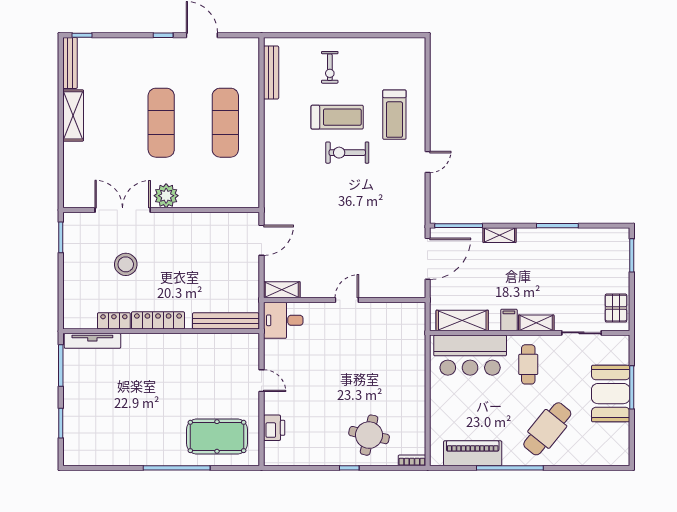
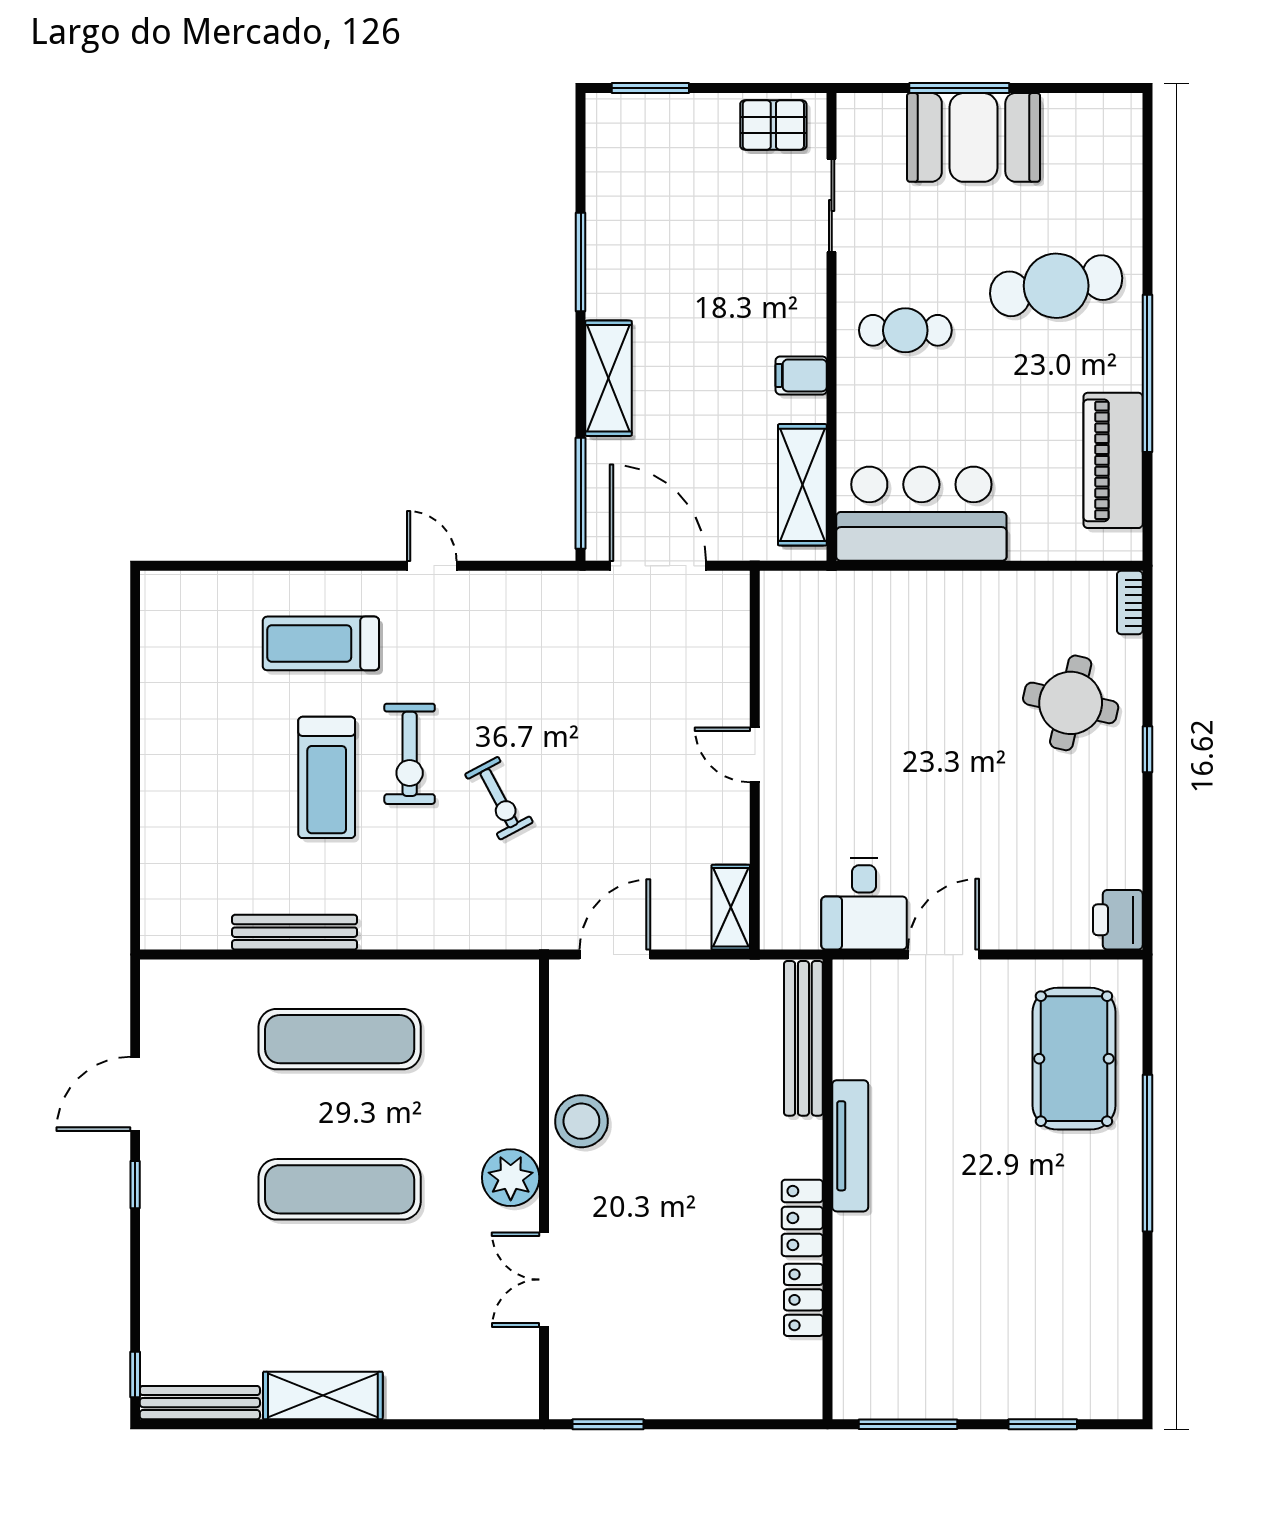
exercise bike: (330, 67) -> (499, 798), moved, turned 62
bench: (271, 72) -> (295, 932), moved
treadmill: (394, 115) -> (321, 643), turned 180
treadmill: (337, 117) -> (327, 777), turned 180
double door: (123, 210) -> (544, 1280), width x0.73
shelving: (500, 235) -> (609, 378), width x1.50, depth x1.33
door: (262, 240) -> (615, 955), hinge flipped
stool: (126, 264) -> (581, 1121), moved
locker: (158, 320) -> (802, 1218), width x0.66
desk: (283, 320) -> (864, 904), moved
shelving: (536, 323) -> (808, 312), removed
tv unit: (92, 341) -> (850, 1146), moved
bar counter: (470, 355) -> (921, 514), moved, turned -90
door: (262, 381) -> (943, 955), width x1.38
printer: (274, 428) -> (1118, 920), moved, turned -90
cafe table: (547, 429) -> (1056, 286), turned -49

